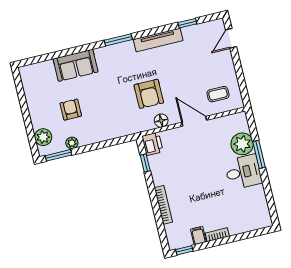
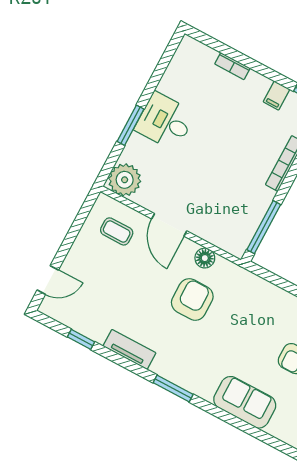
tv unit: (158, 40) -> (129, 350), width x0.71
printer: (152, 144) -> (237, 241), removed
plant: (242, 144) -> (125, 180), moved
window: (145, 163) -> (264, 227), width x2.17
bookcase: (217, 235) -> (232, 66), moved

